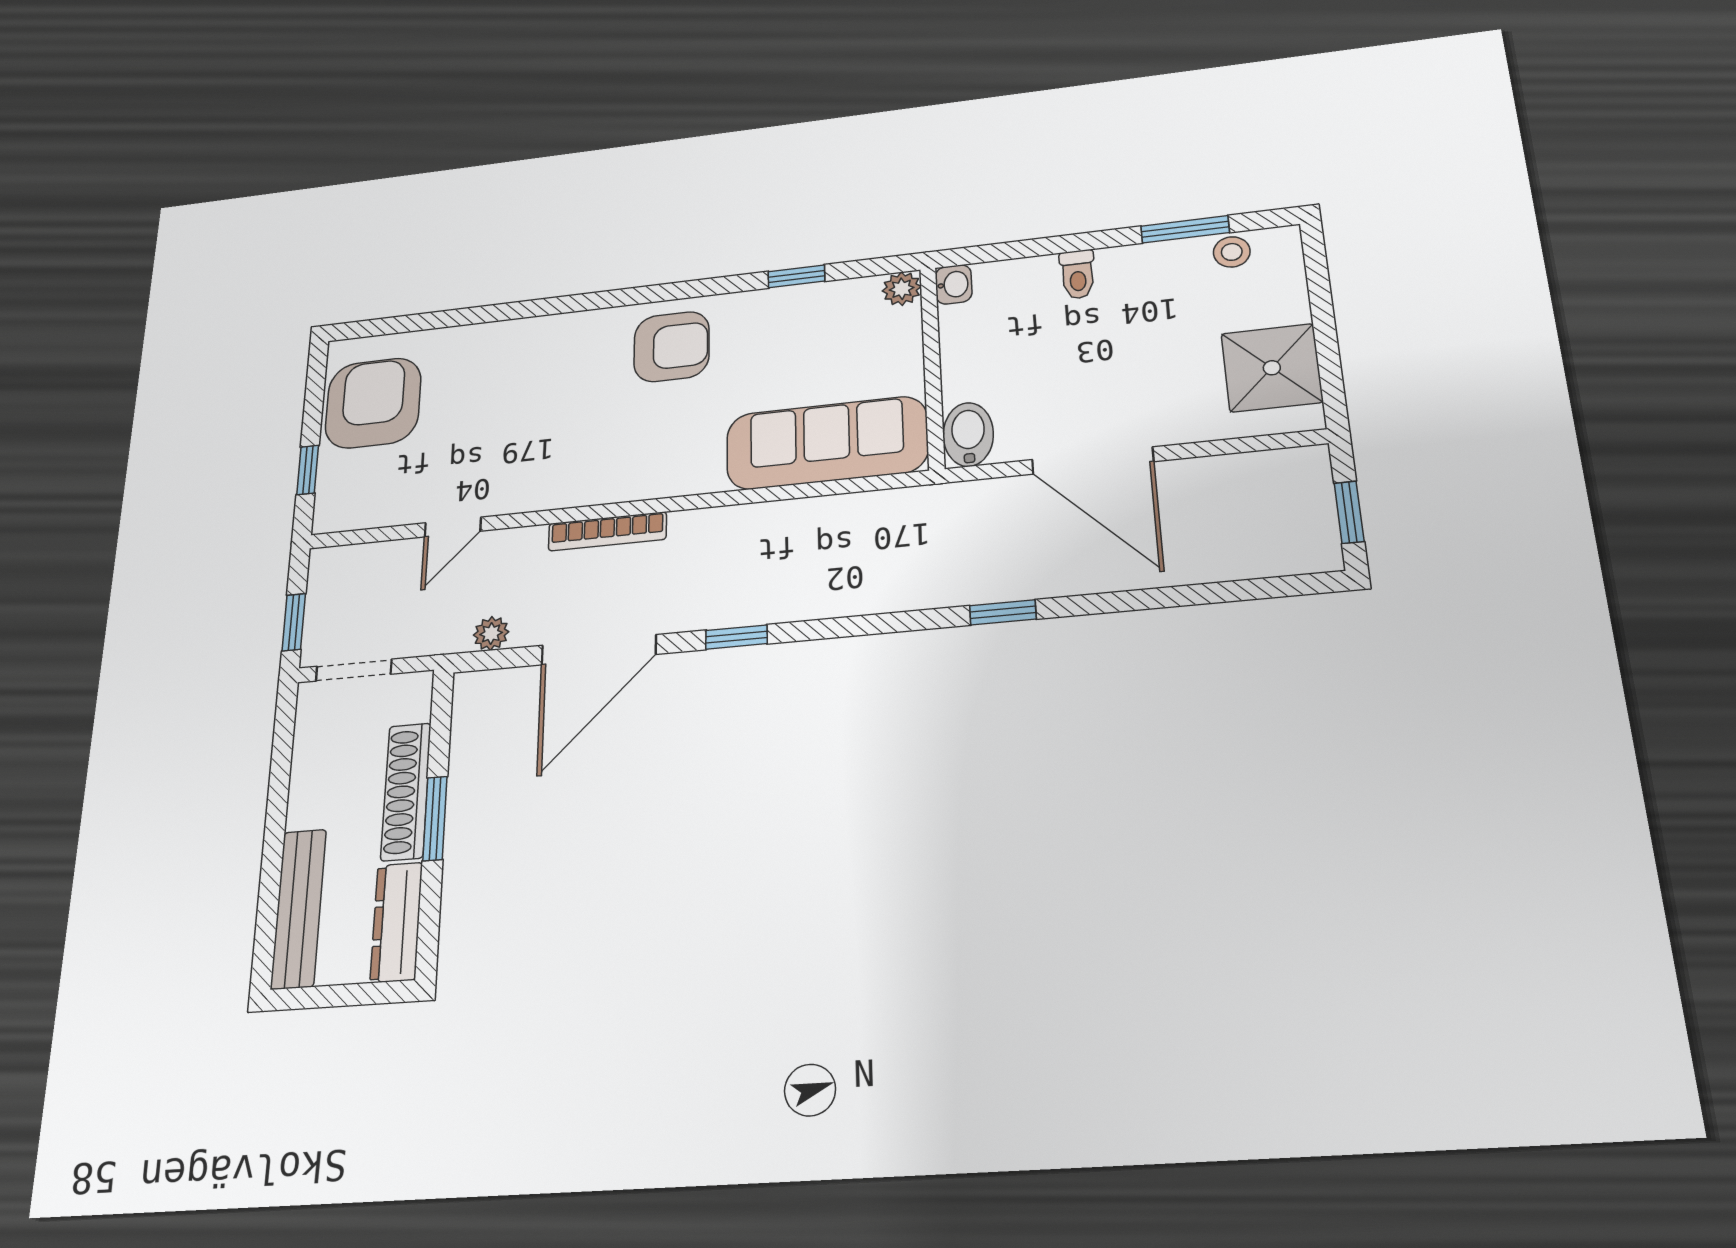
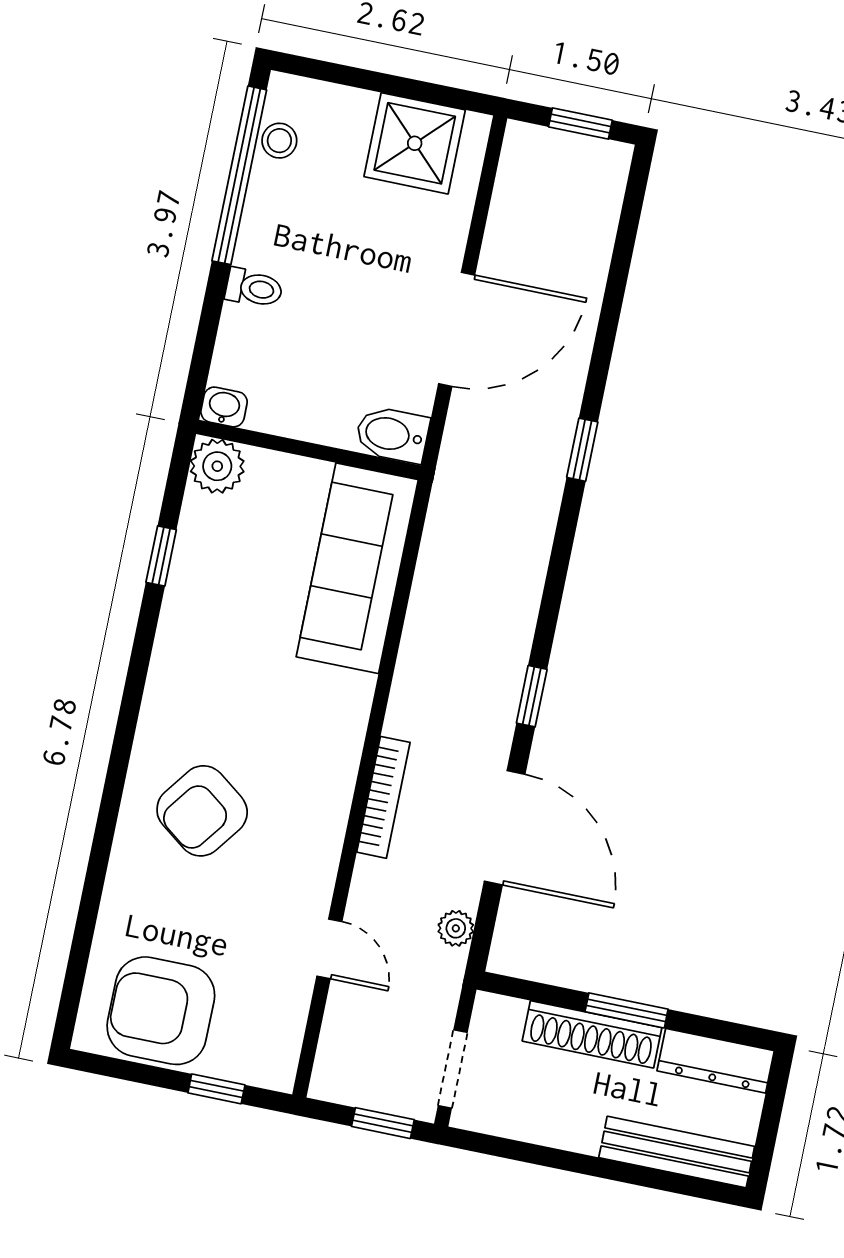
window: (1185, 229) -> (239, 175), width x2.11
plant: (902, 289) -> (217, 466), width x1.38, depth x1.38
armchair: (672, 347) -> (202, 811), moved, turned -143

